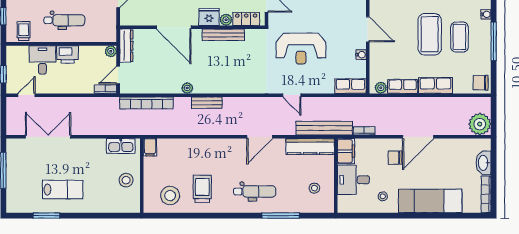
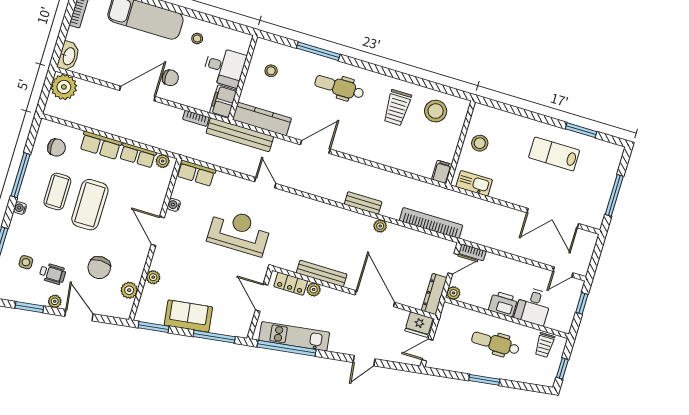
fridge: (209, 17) -> (419, 325), moved
chair: (481, 83) -> (57, 148), moved
washbasin: (484, 163) -> (69, 56), moved

